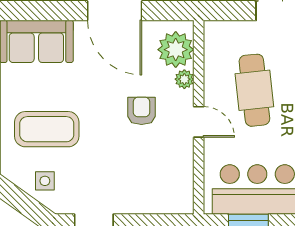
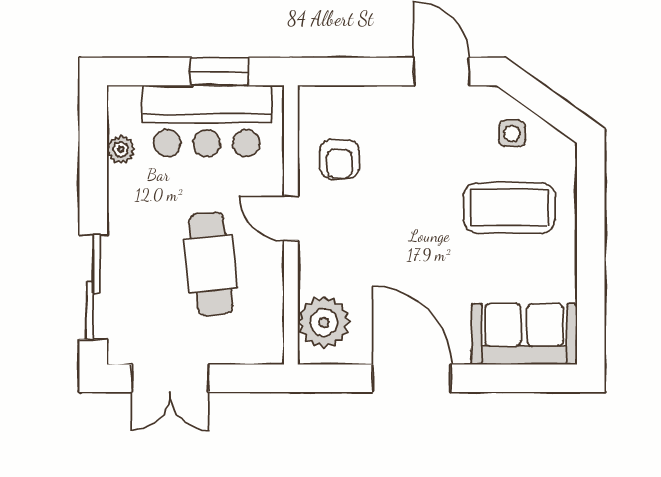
plant: (184, 79) -> (311, 280), removed
armchair: (142, 111) -> (339, 159), moved

